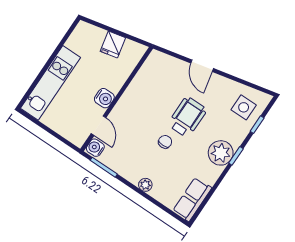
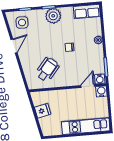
door: (202, 66) -> (14, 46), moved
water cooler: (104, 98) -> (101, 91), moved
wheelchair: (187, 117) -> (47, 70), moved, turned 130

